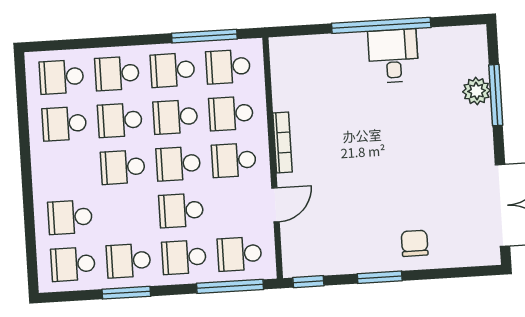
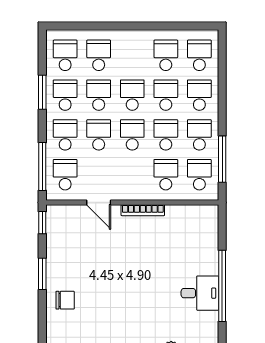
school desk: (234, 160) -> (99, 95), moved

